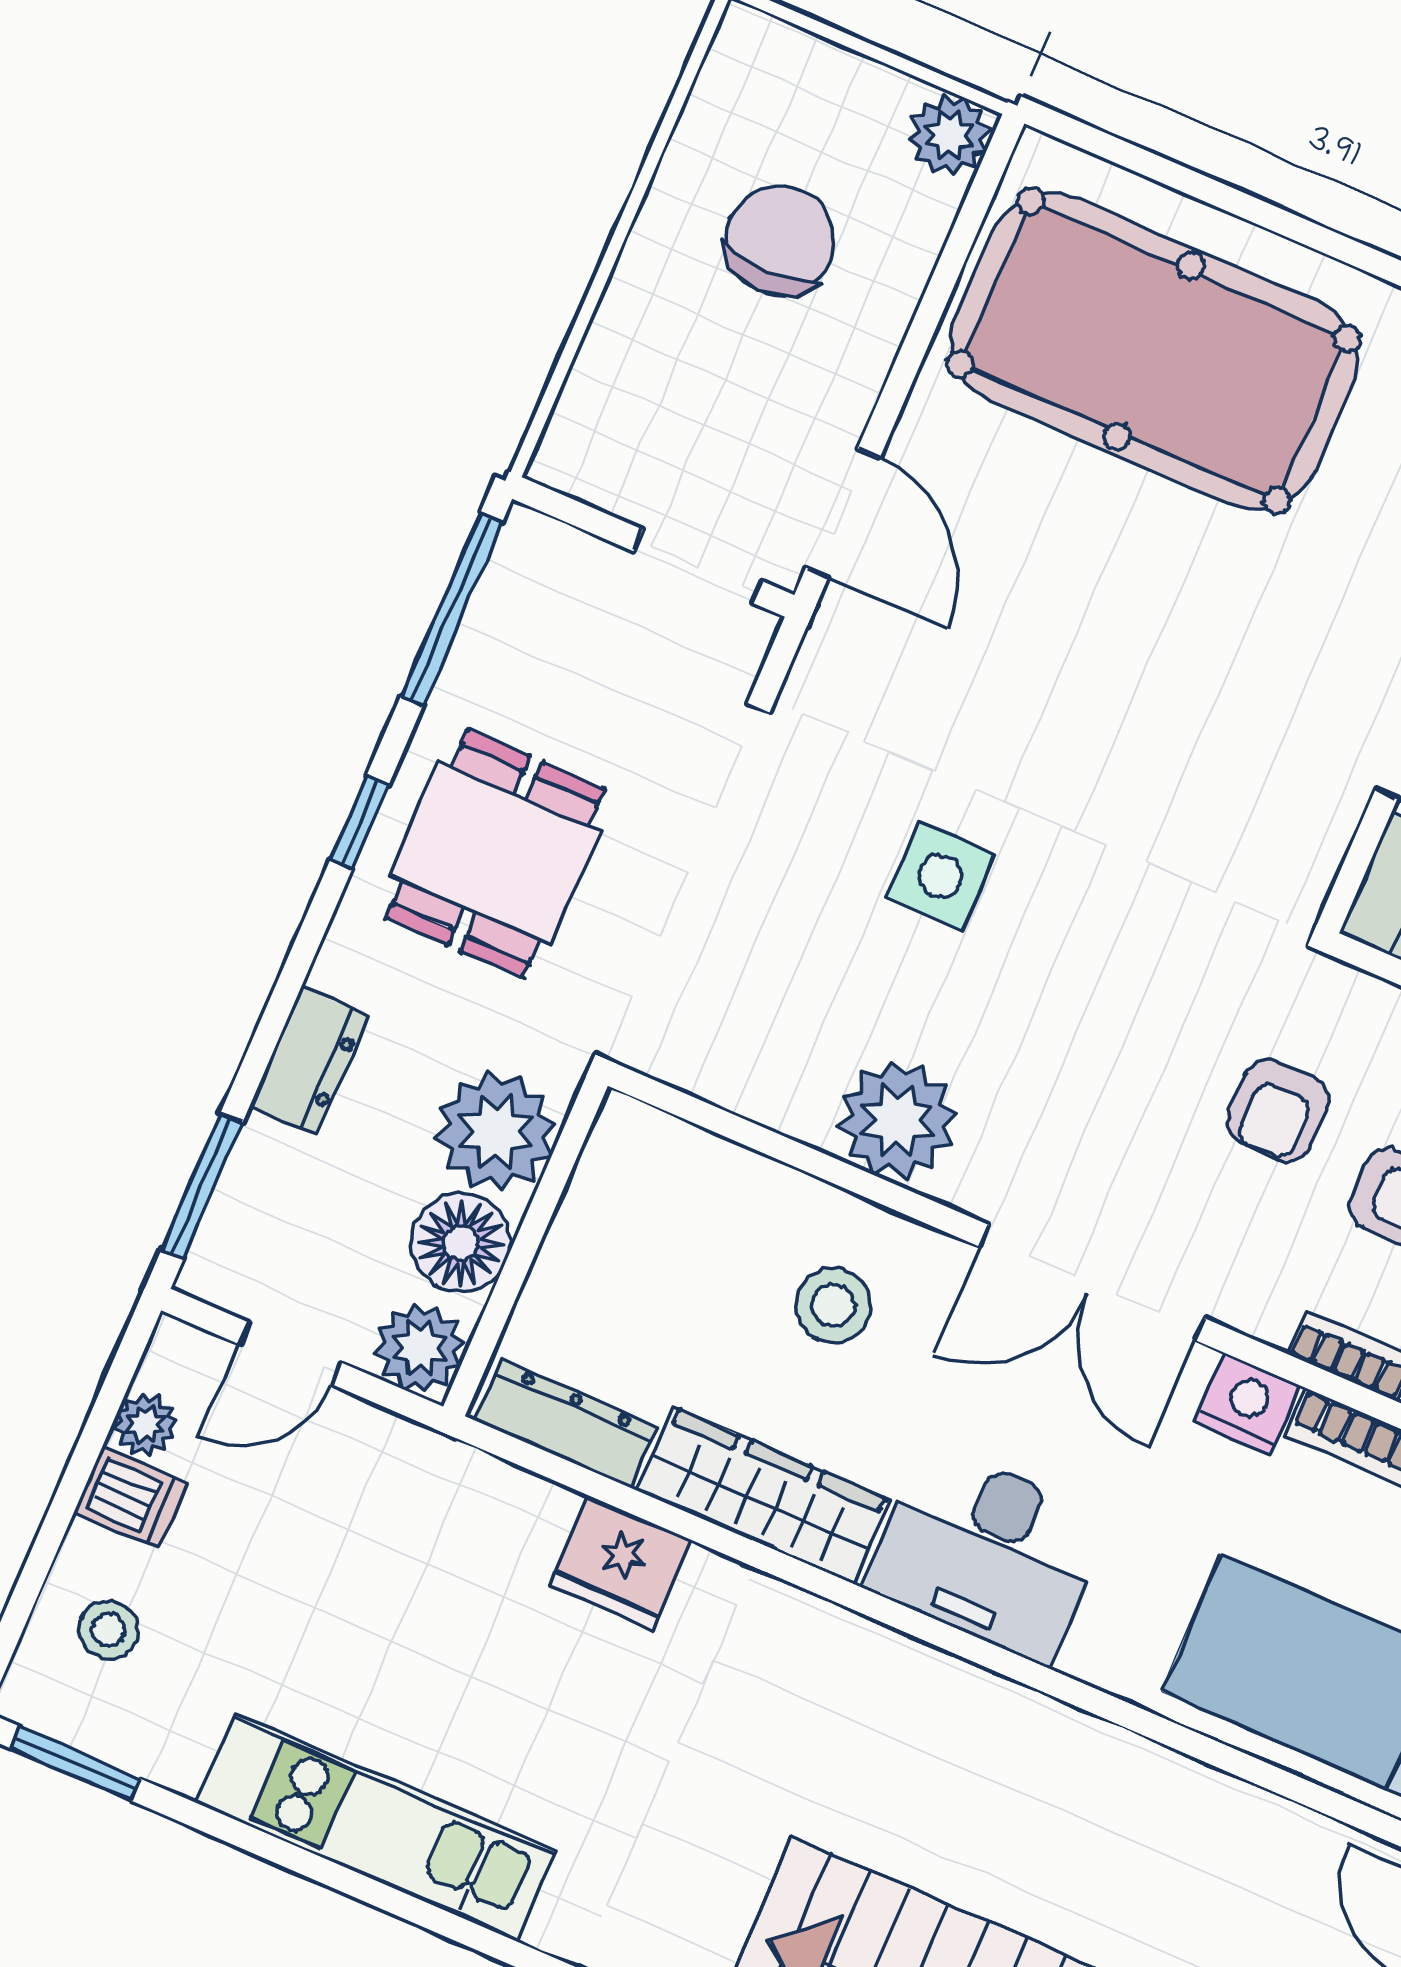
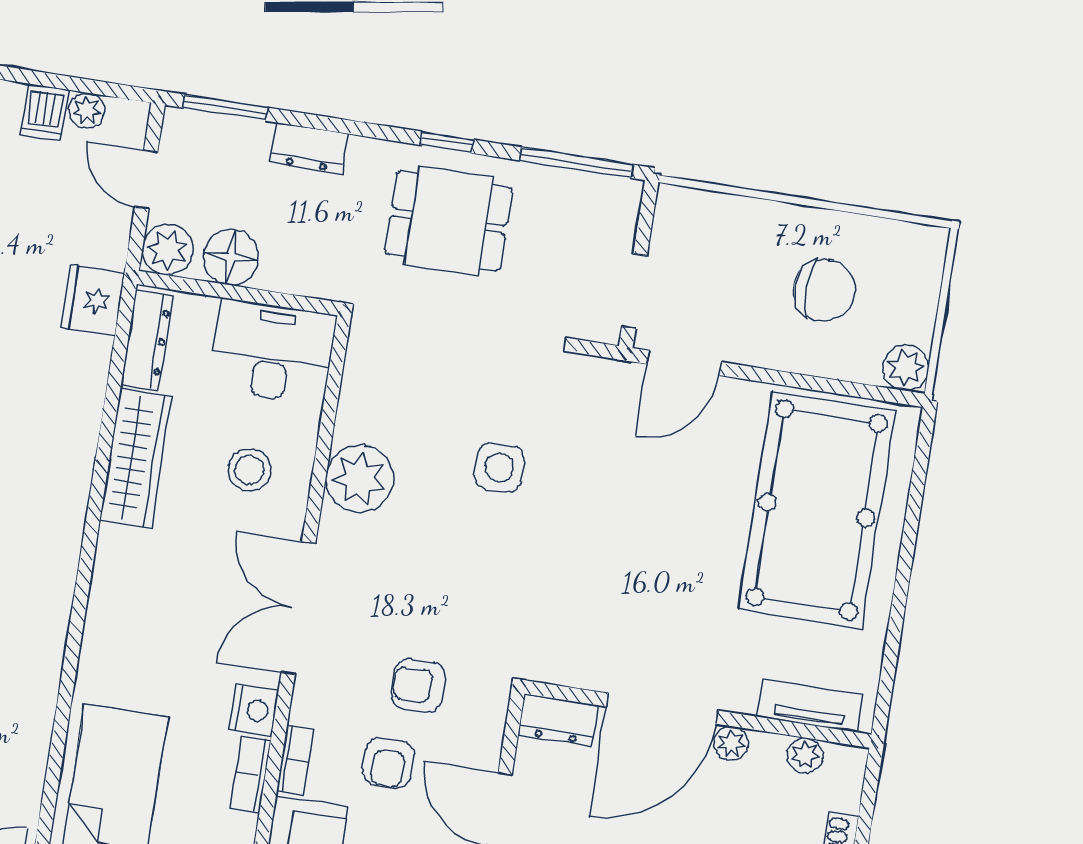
plant: (496, 1131) -> (297, 261), removed
desk: (987, 1554) -> (273, 352), moved, turned 90
fridge: (620, 1562) -> (93, 301), moved

